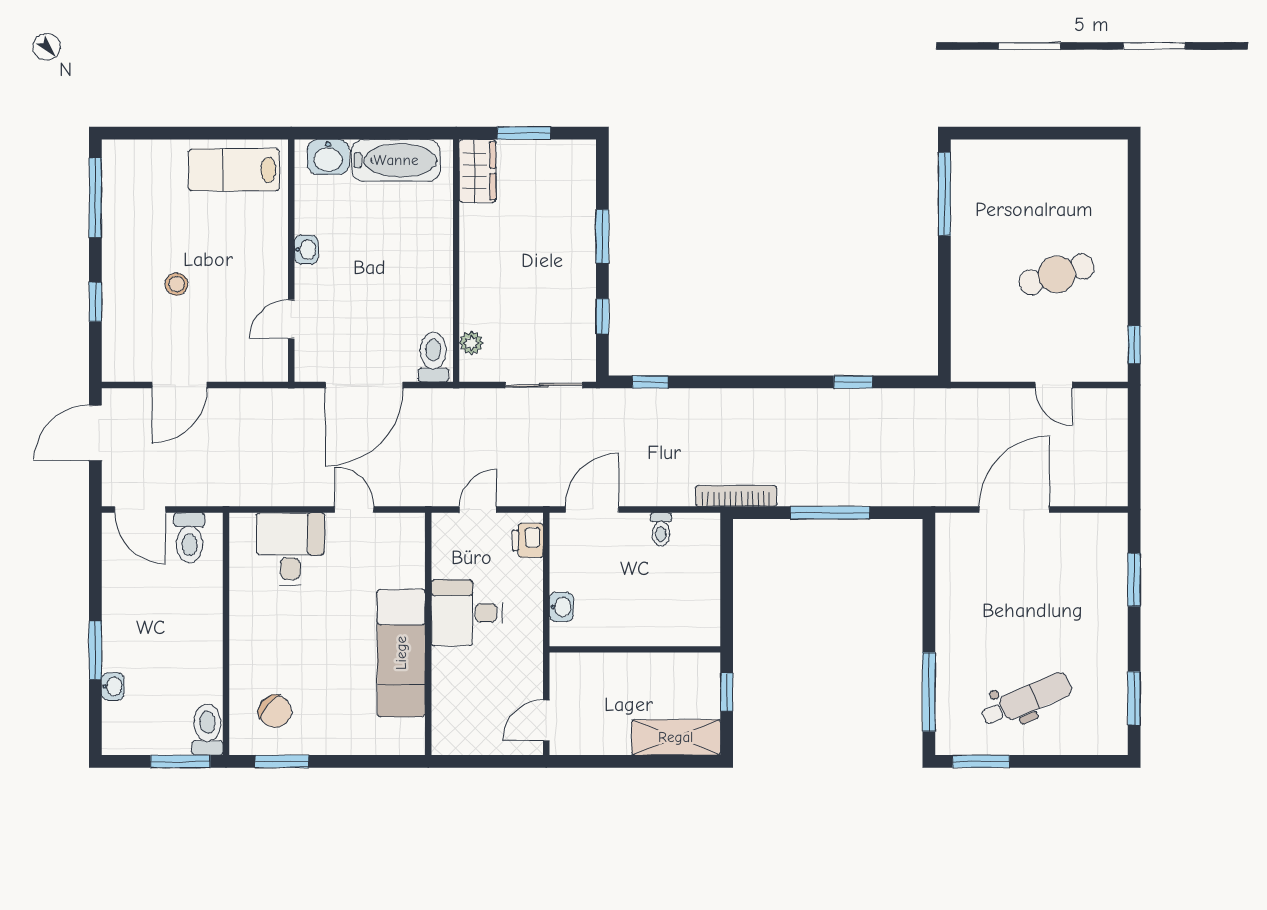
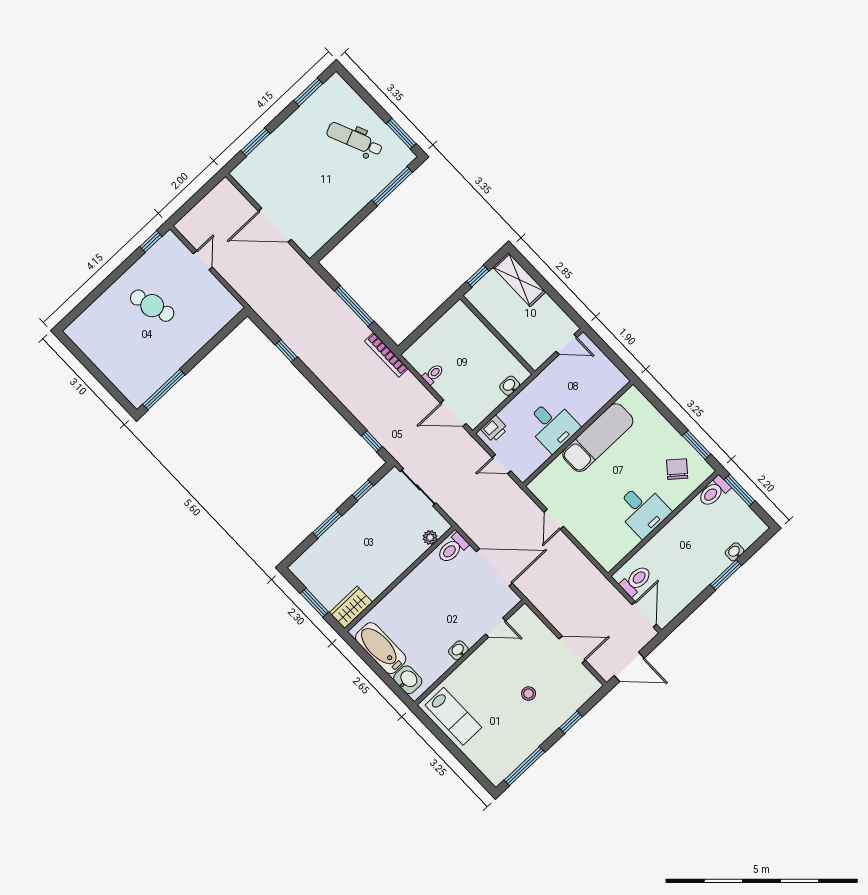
desk: (290, 549) -> (642, 510), moved, turned -90

